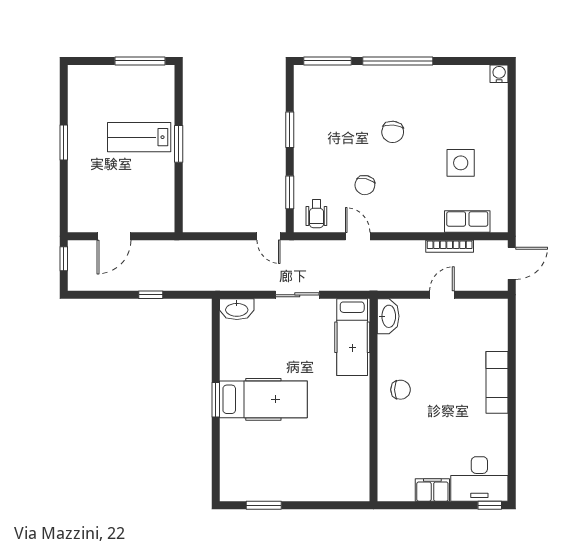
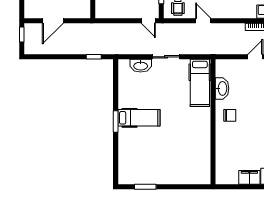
window: (151, 295) -> (94, 57), moved
washbasin: (237, 309) -> (141, 66), moved
washbasin: (388, 316) -> (222, 88), moved
hospital bed: (263, 399) -> (139, 118), width x0.73, depth x0.78

